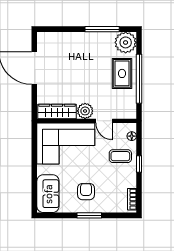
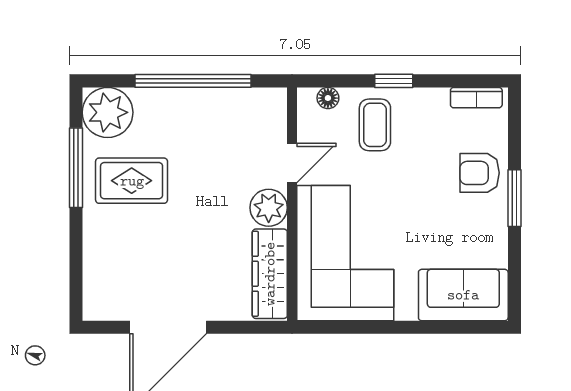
rug: (122, 73) -> (132, 181), moved
armchair: (86, 192) -> (480, 173), moved

